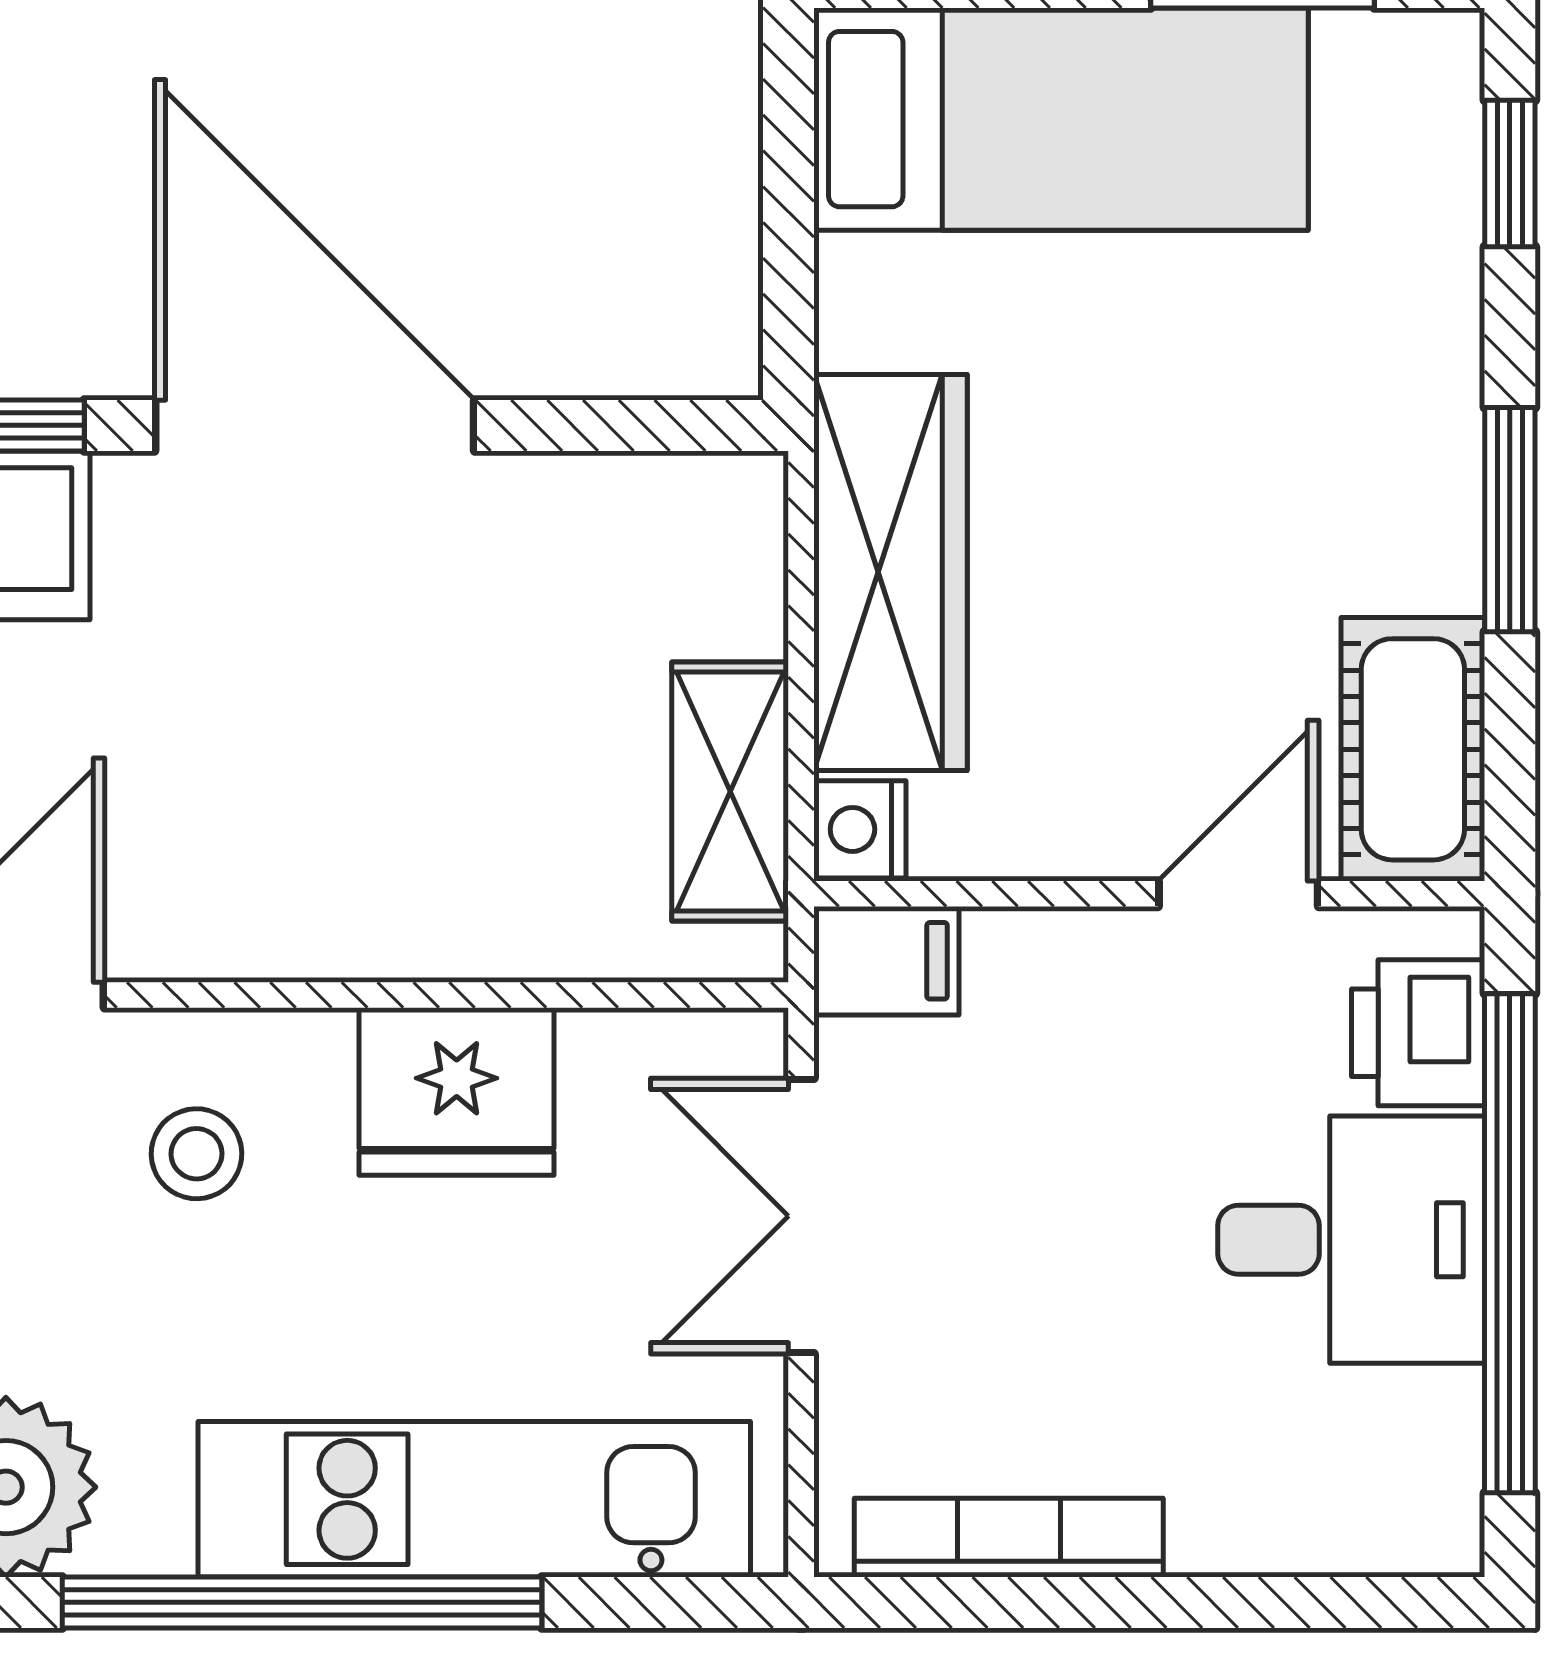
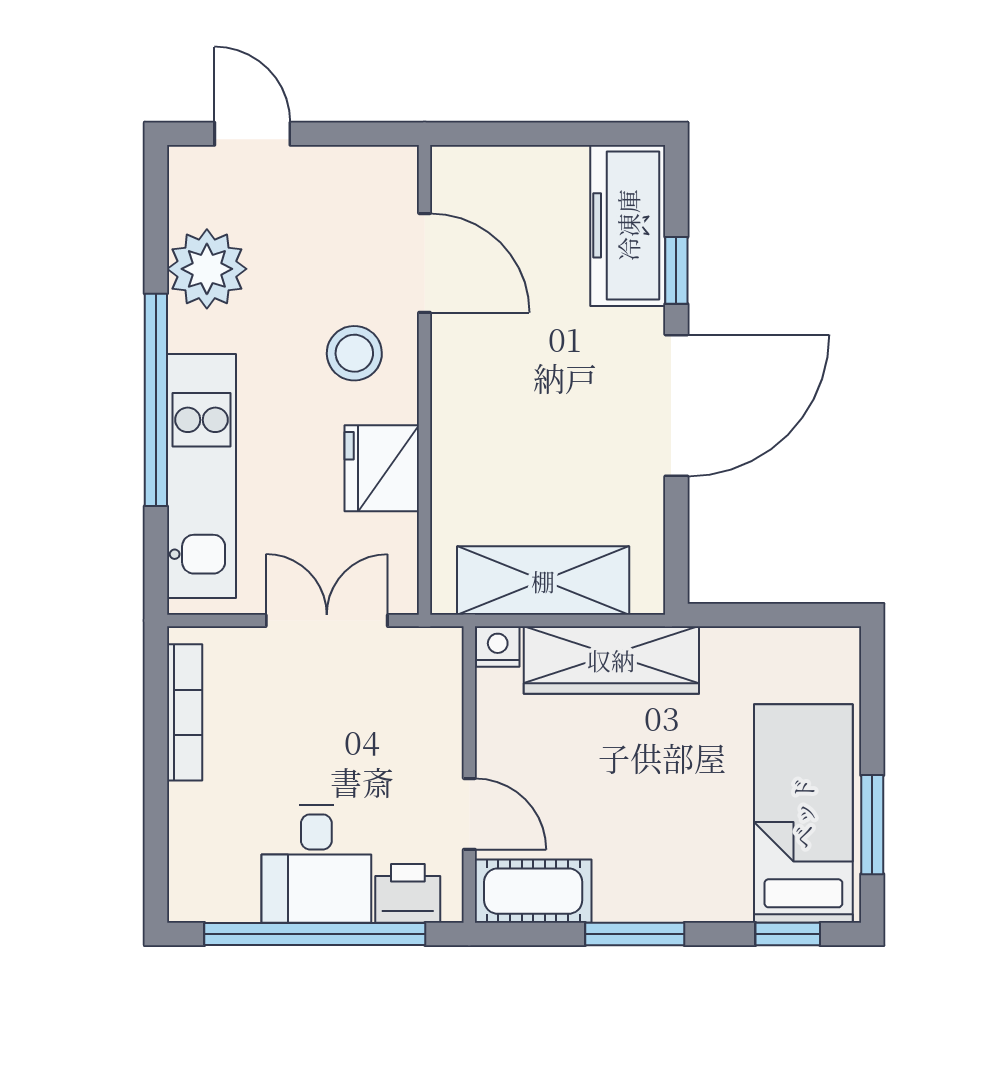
bed: (1061, 119) -> (803, 813), moved, turned 180
shelving: (730, 792) -> (543, 581), width x1.50, depth x1.33
filing cabinet: (886, 961) -> (440, 658), removed
stool: (197, 1154) -> (354, 353), width x1.37, depth x1.37

